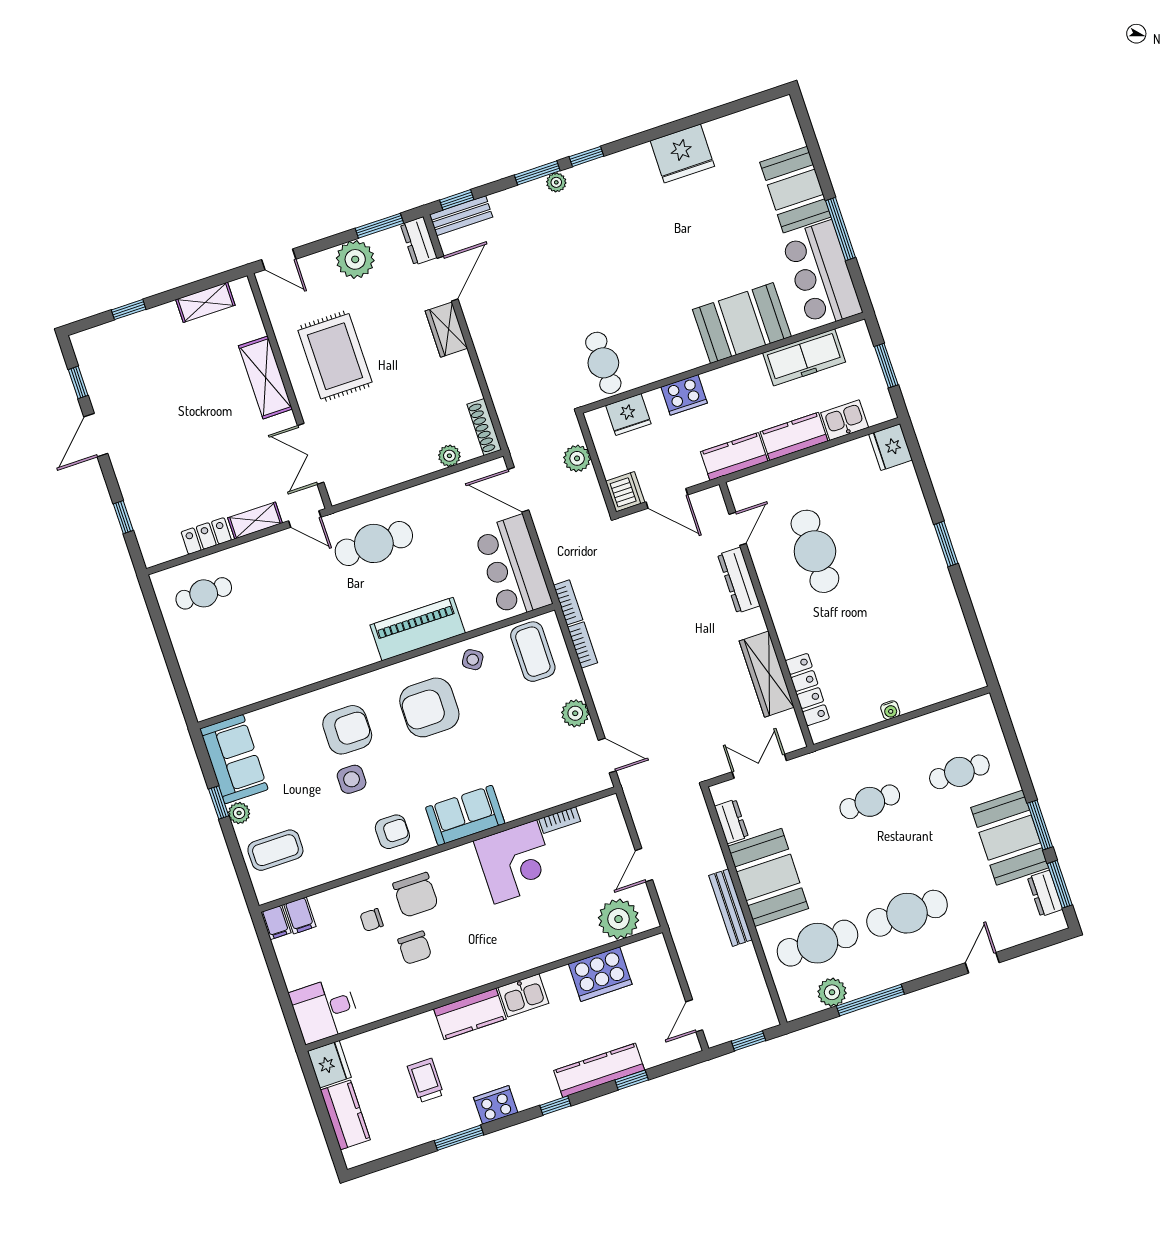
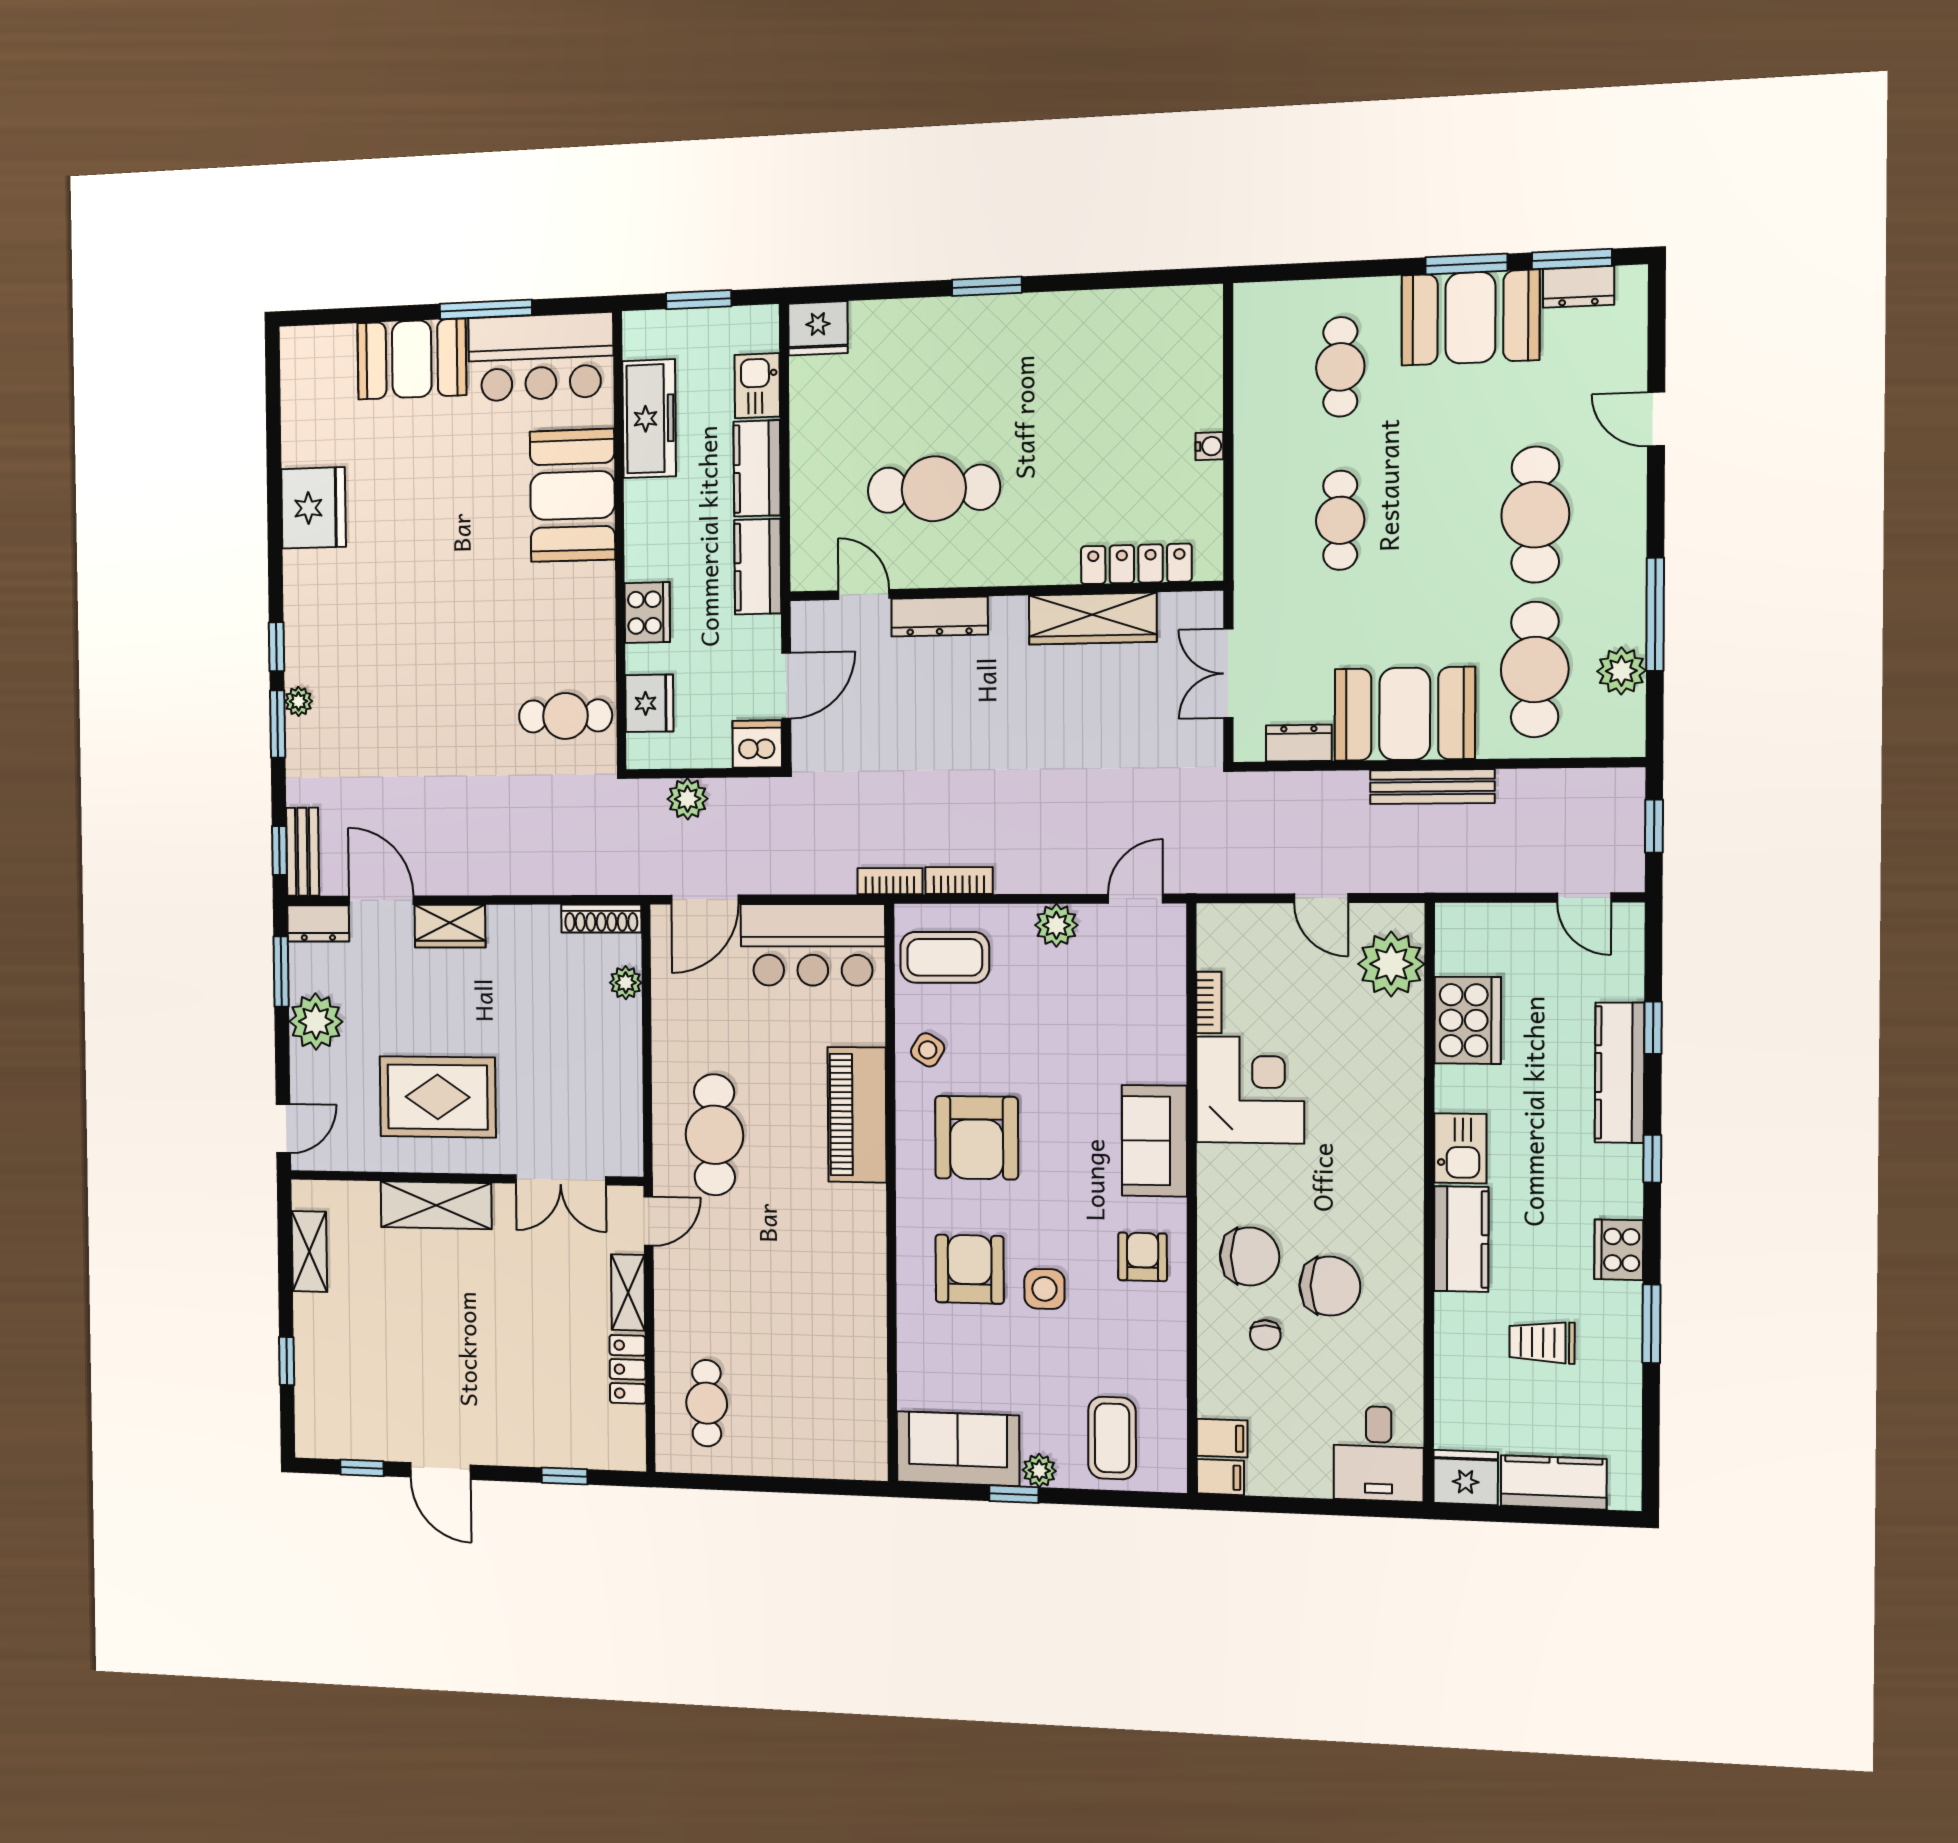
chair: (415, 948) -> (1330, 1286), width x1.37, depth x1.37

